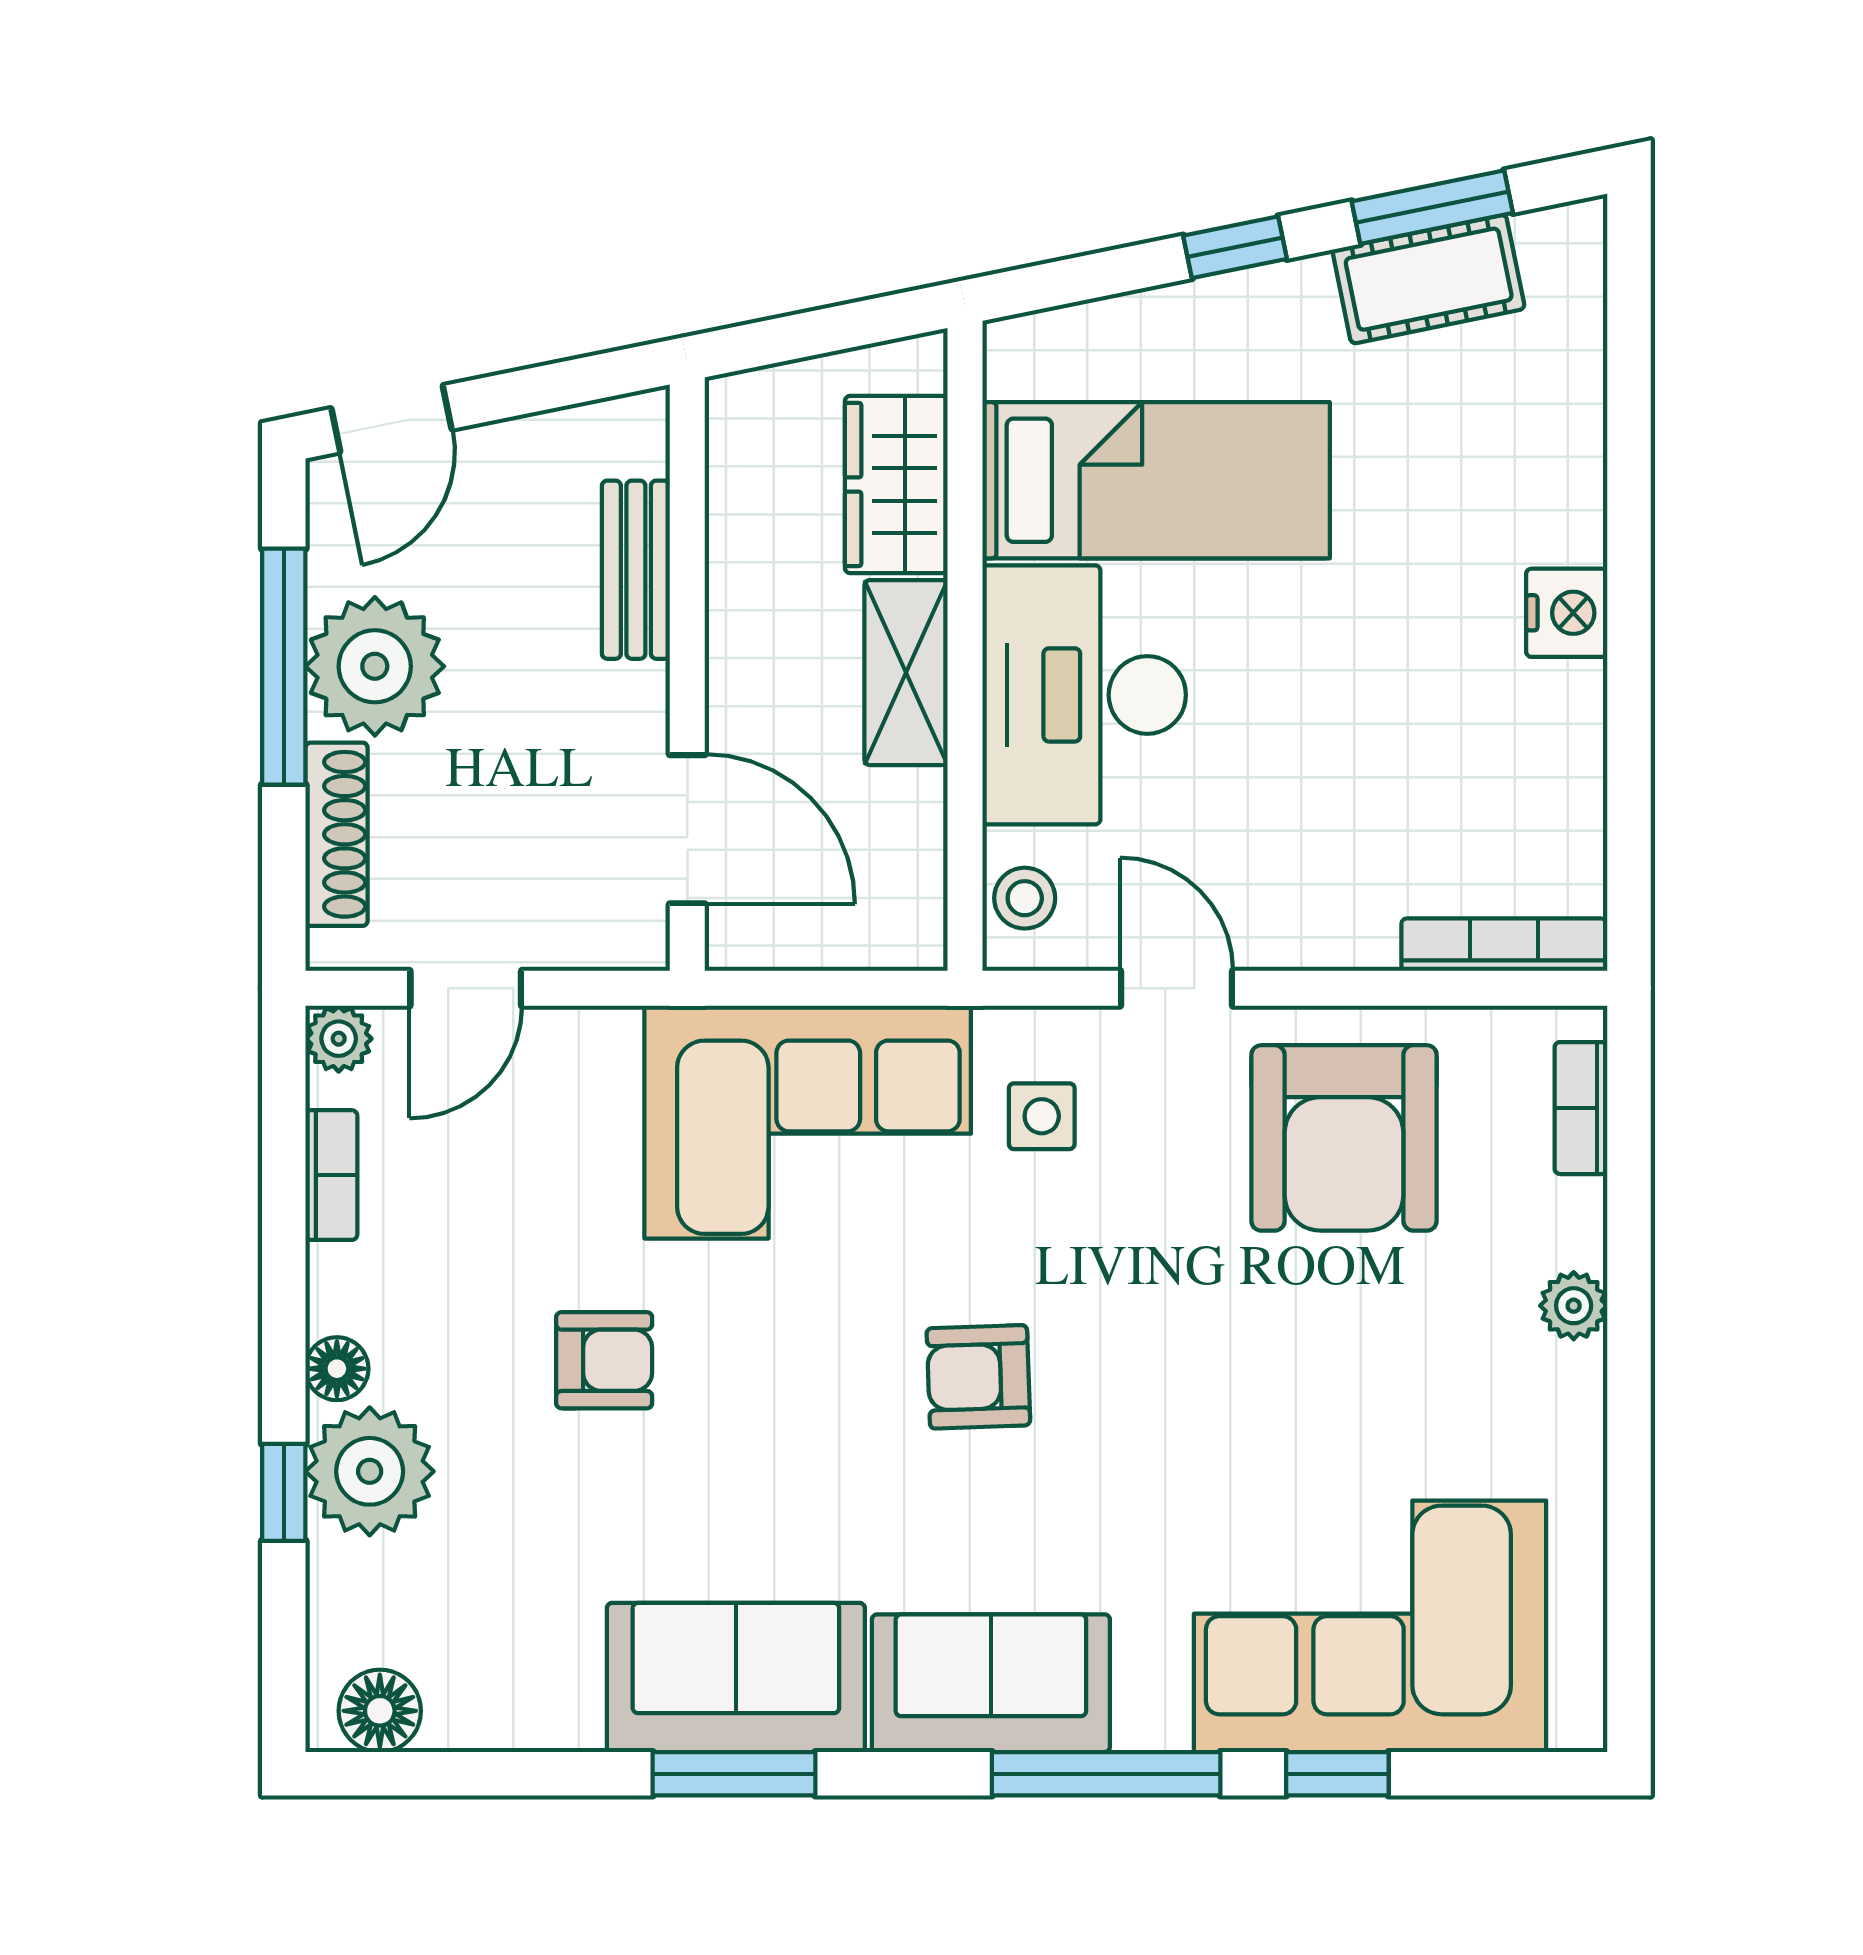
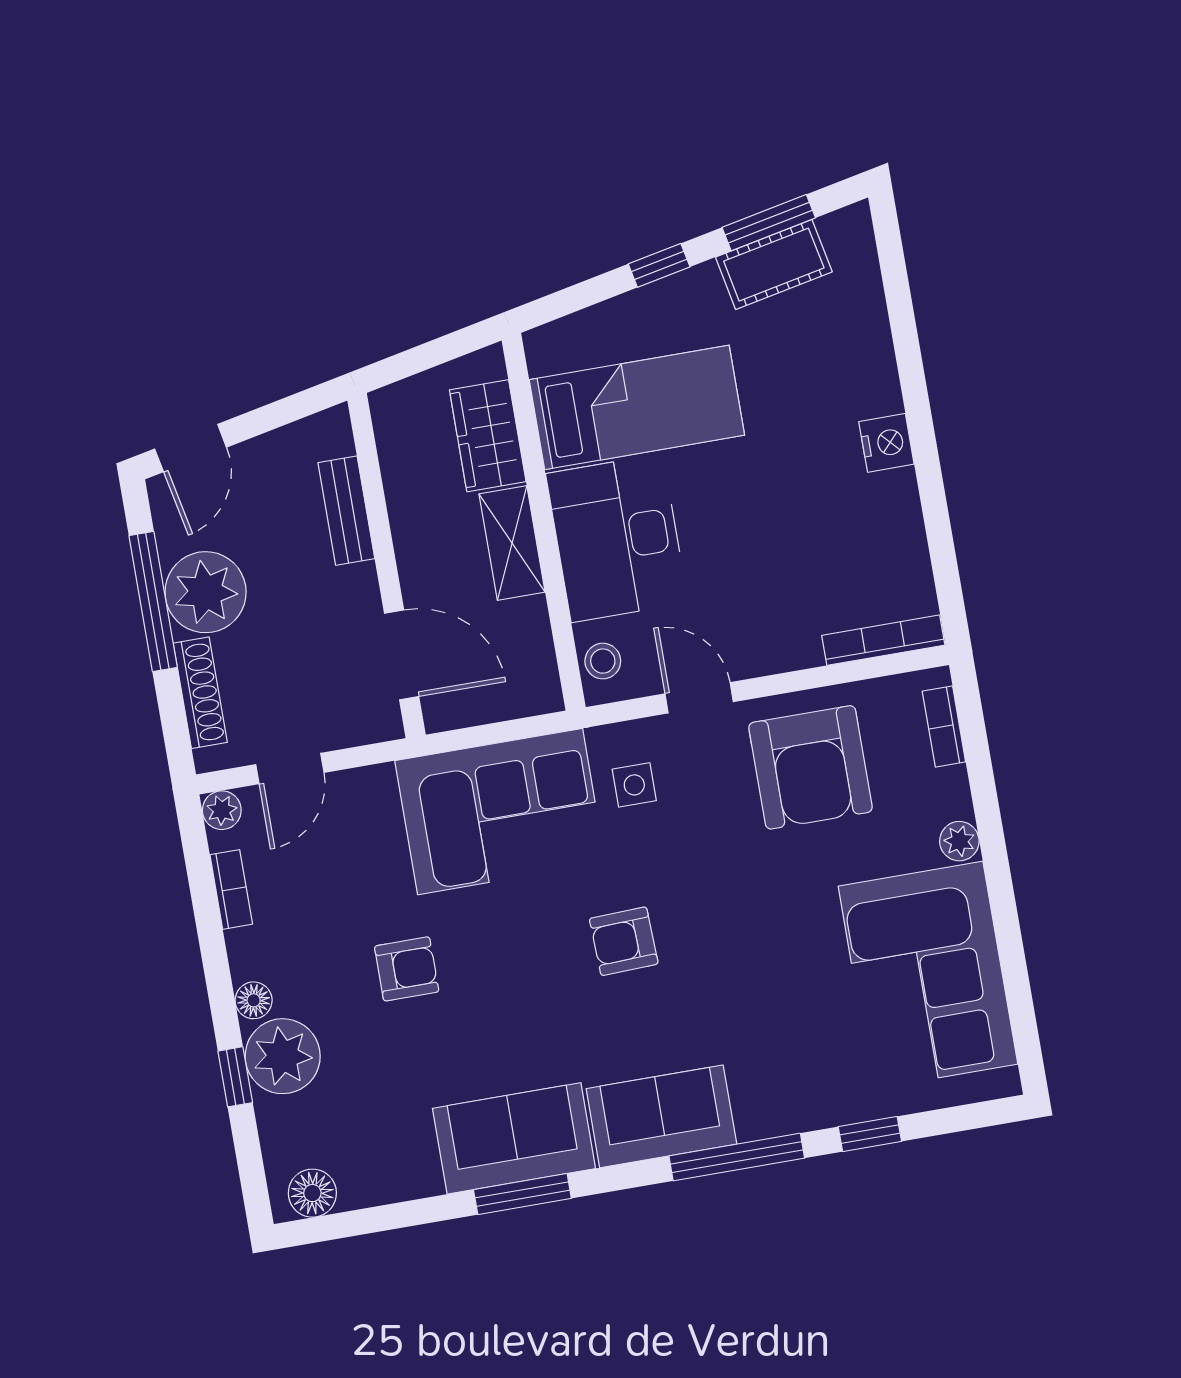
corner sofa: (1370, 1626) -> (928, 975), moved, turned -90

